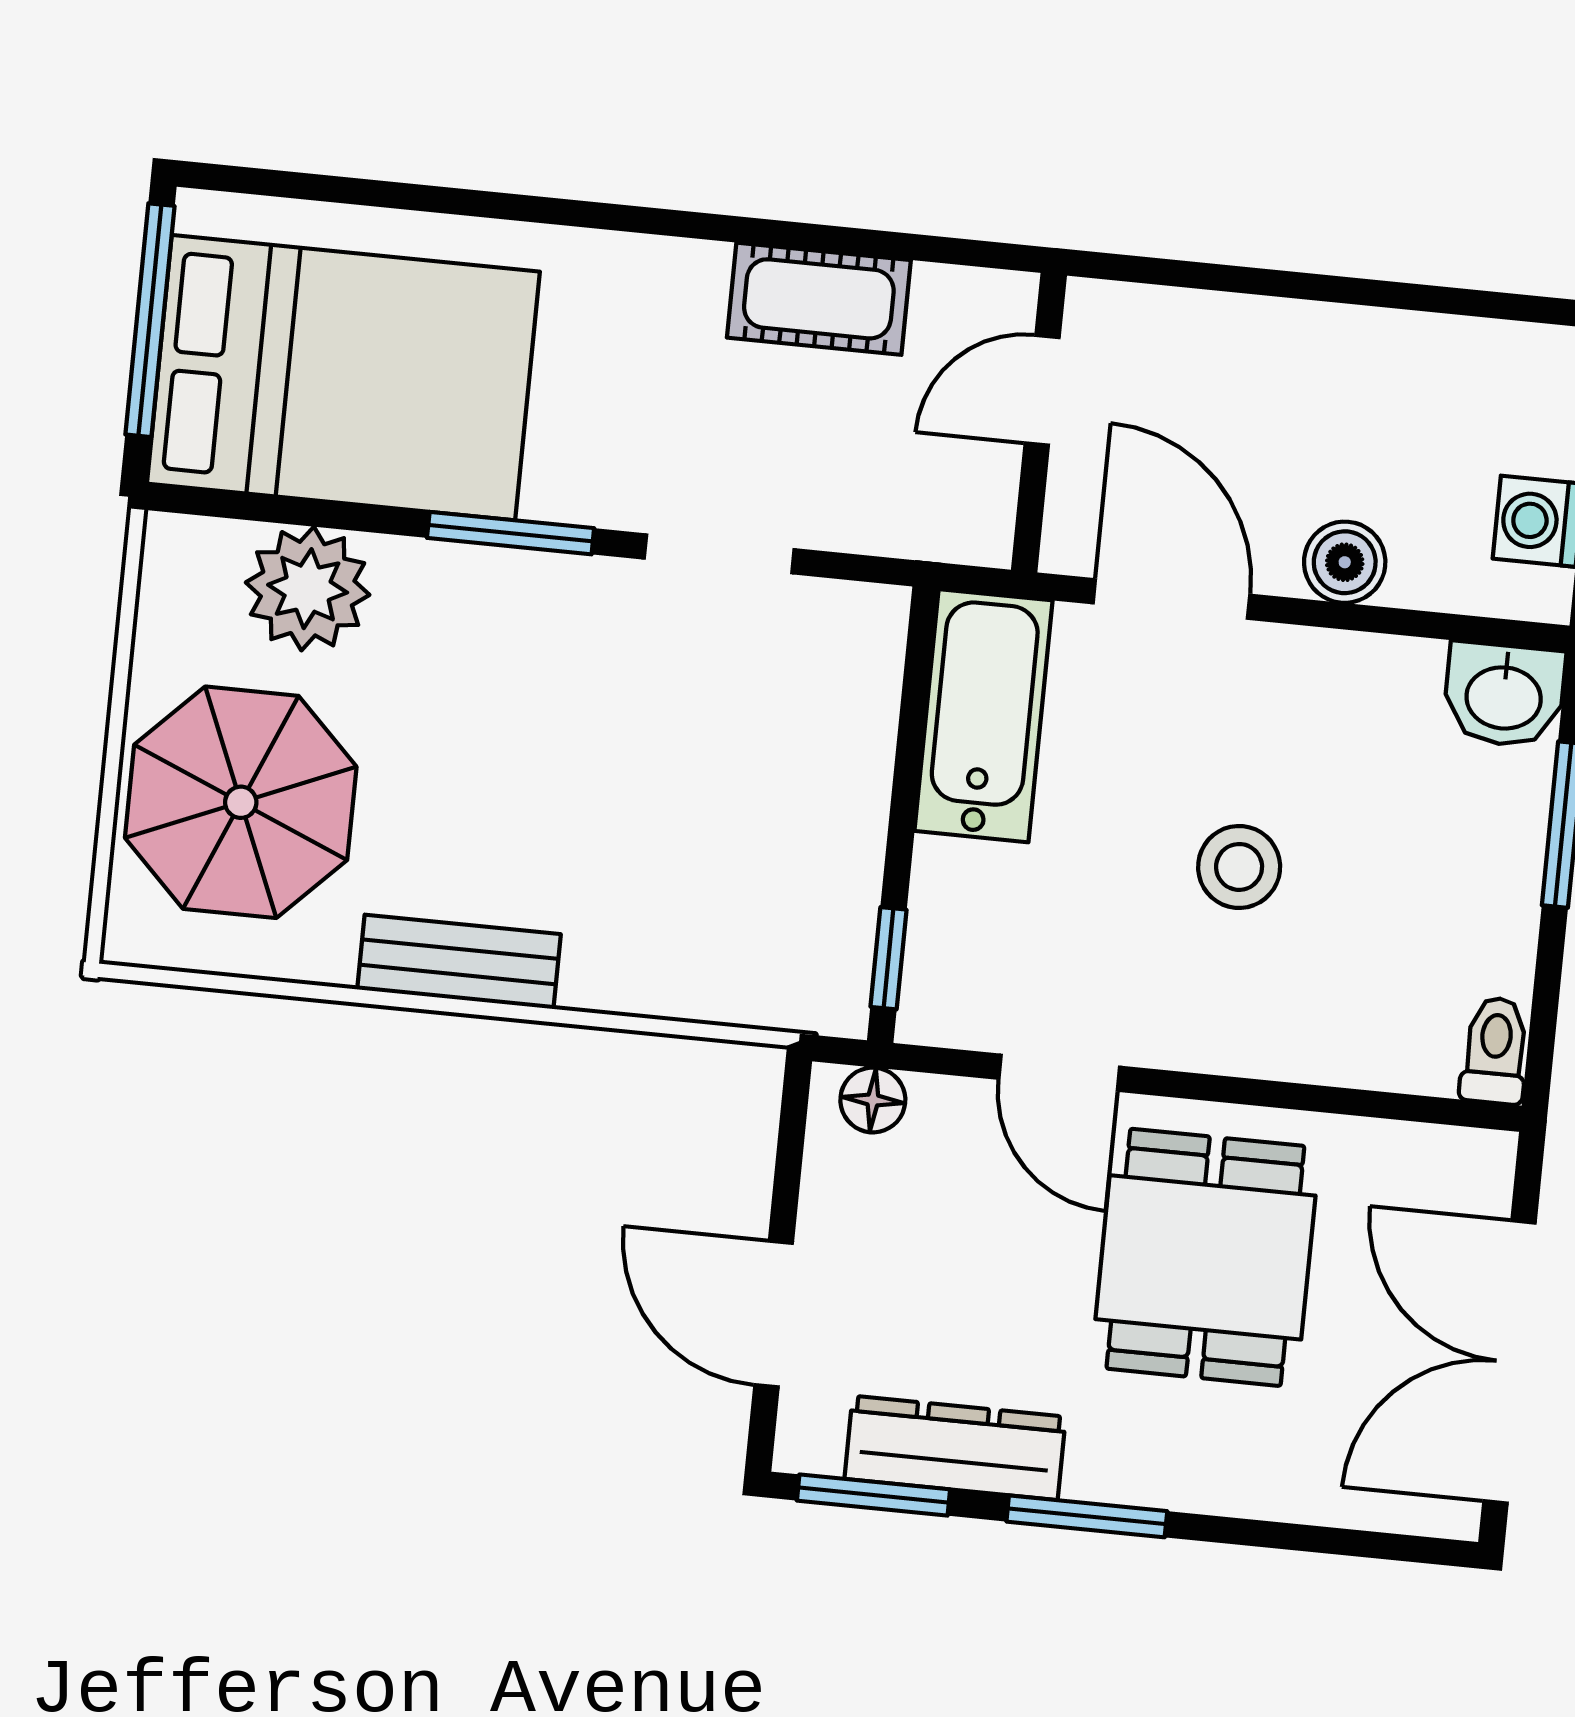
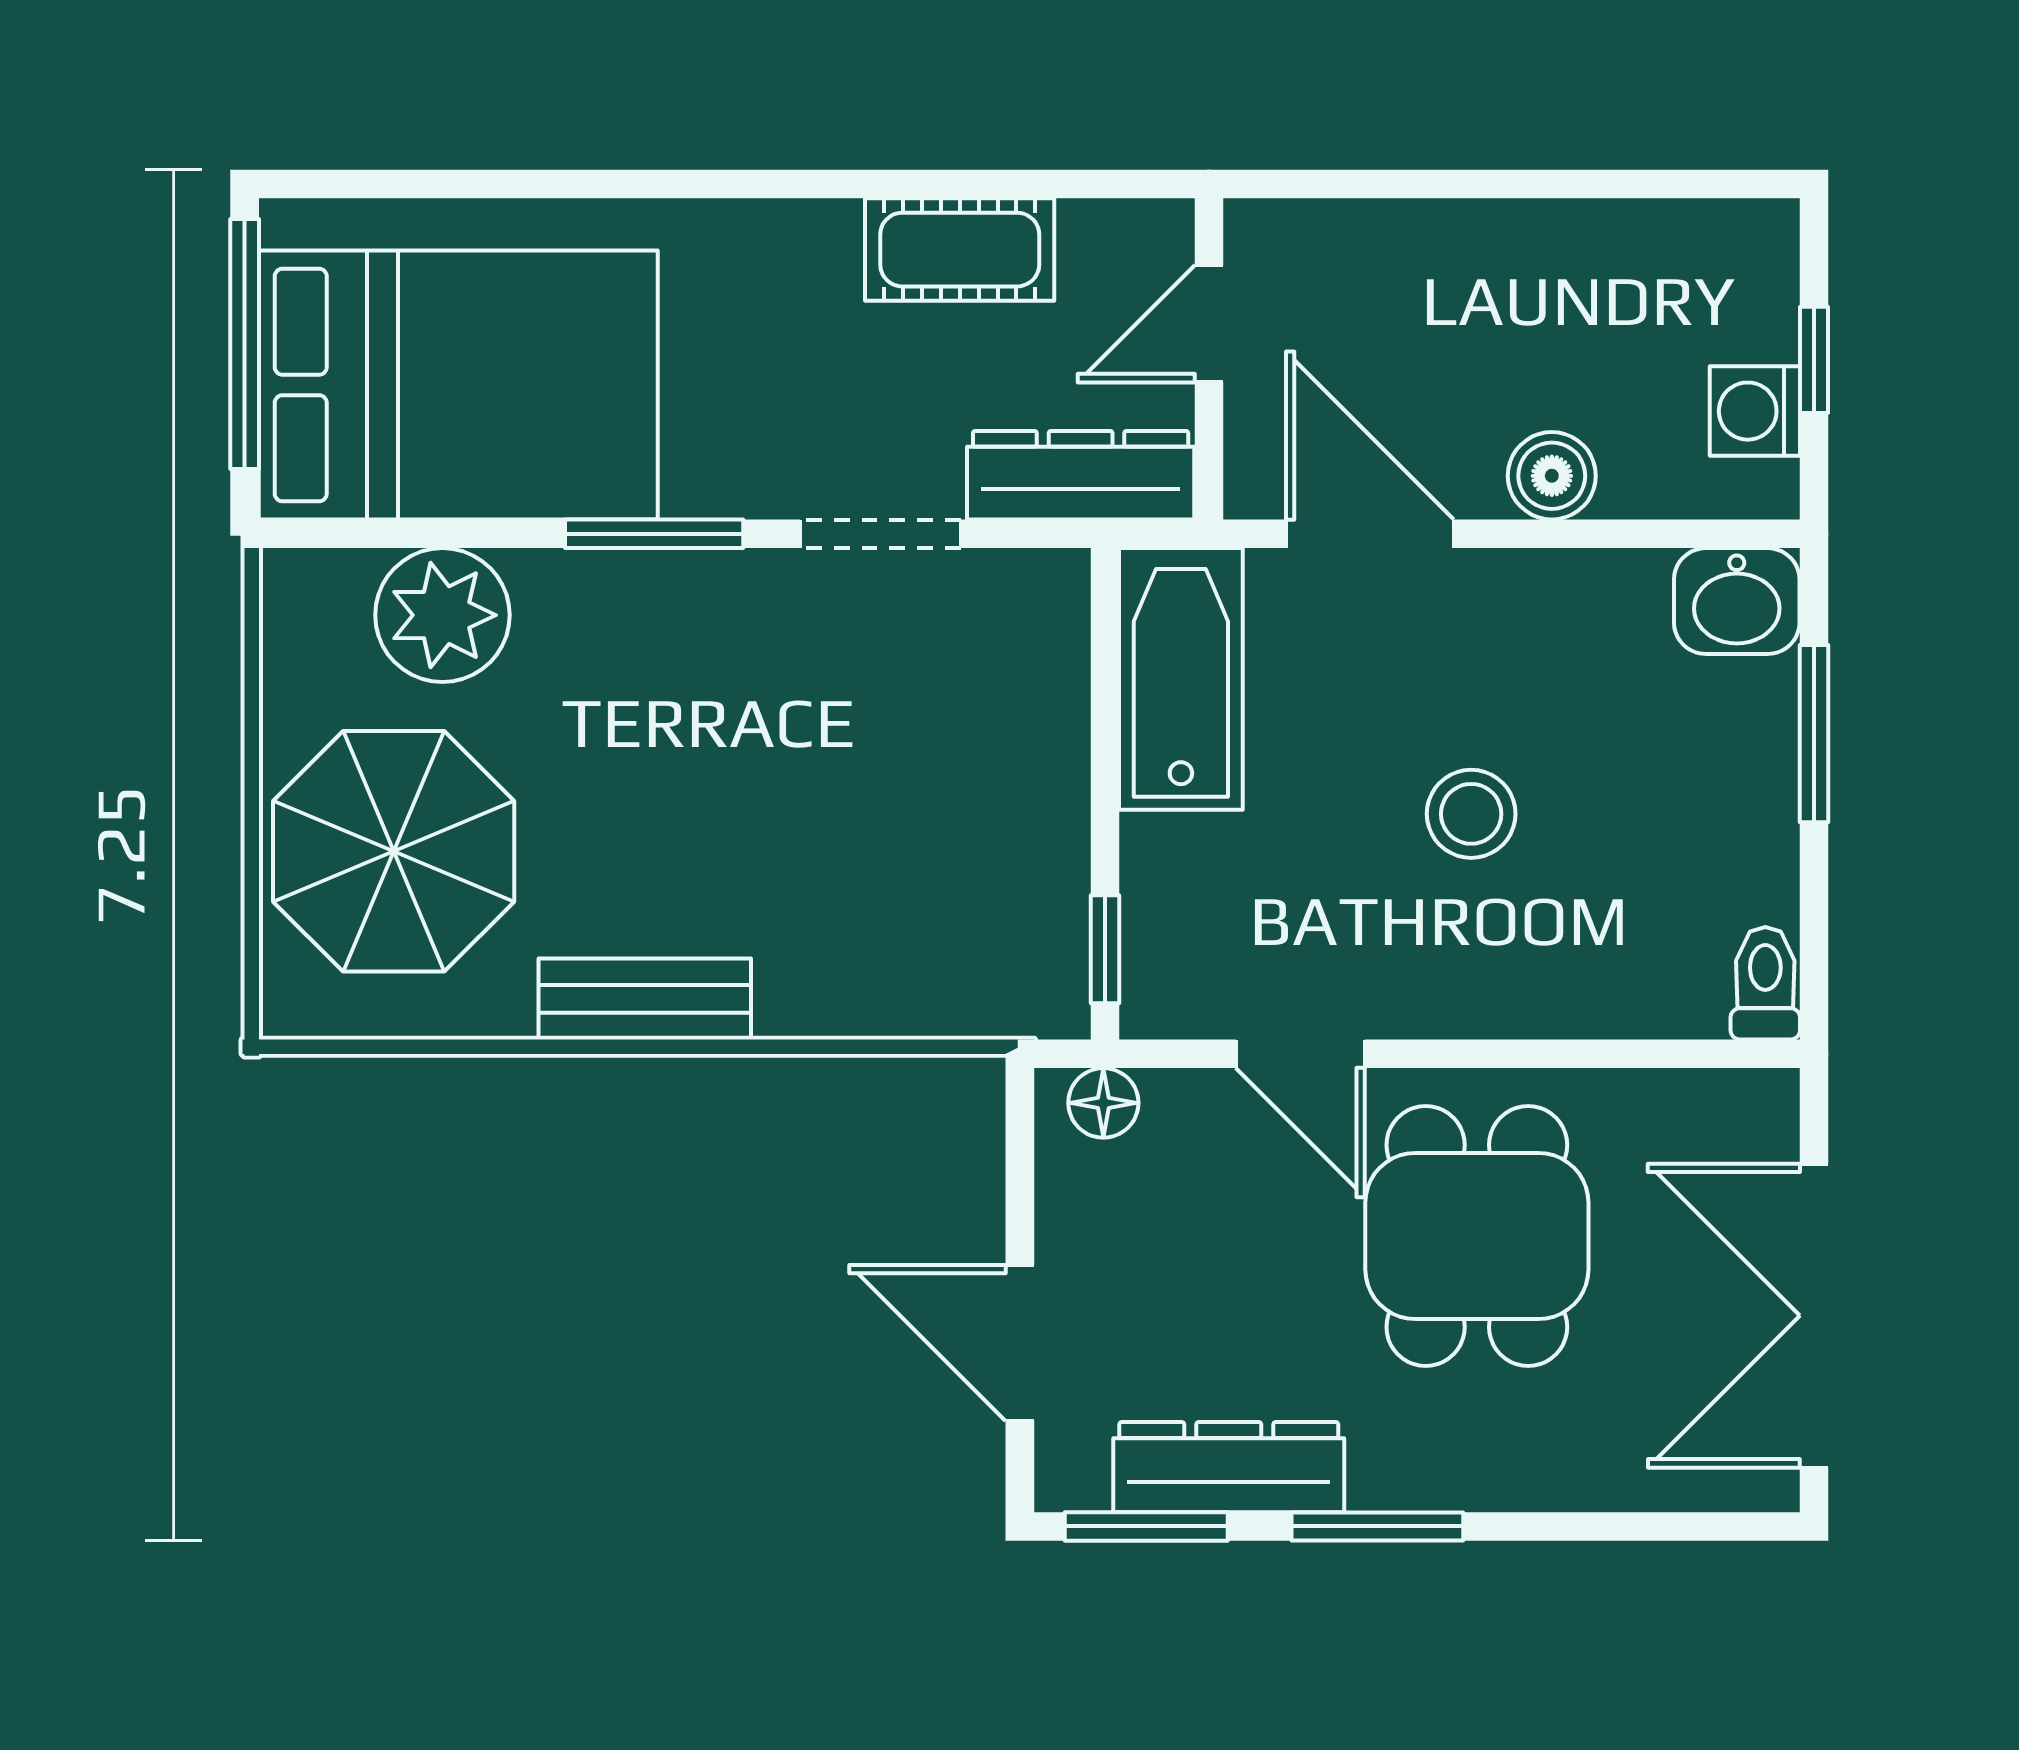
dresser: (910, 518) -> (1081, 475), added

